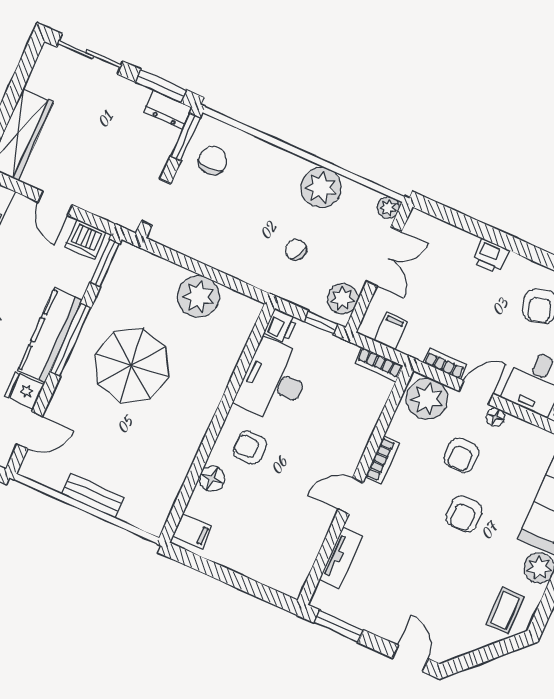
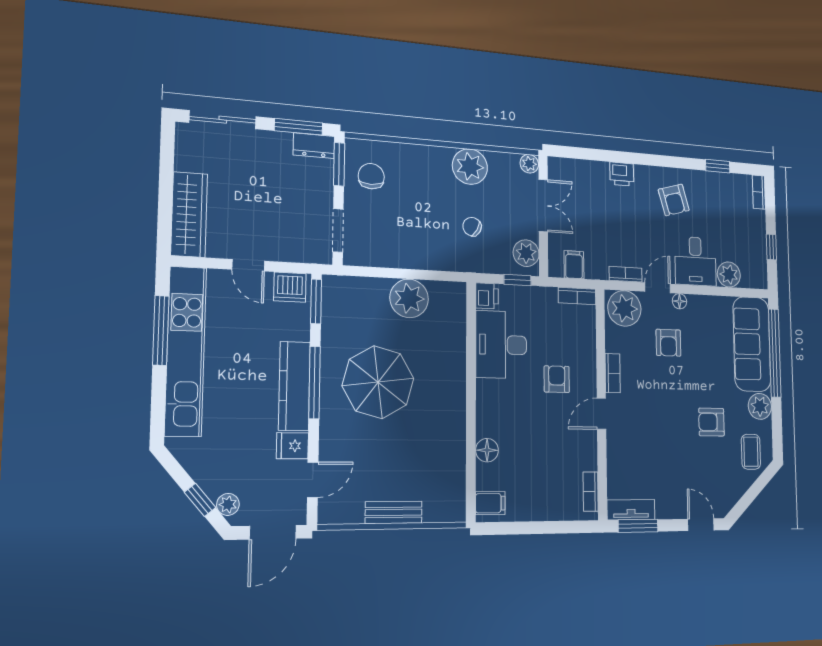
armchair: (250, 448) -> (557, 379), moved, turned 90
armchair: (464, 514) -> (711, 422), moved, turned 90
tv unit: (341, 558) -> (631, 510), moved, turned -90
bookcase: (303, 568) -> (591, 492), added

